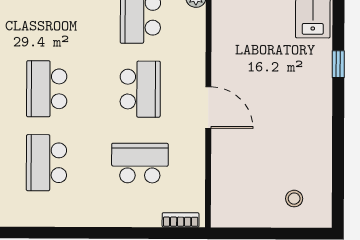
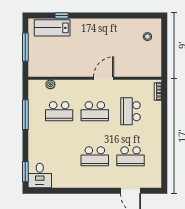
window: (338, 64) -> (62, 16), moved
school desk: (140, 89) -> (95, 111), turned 180

